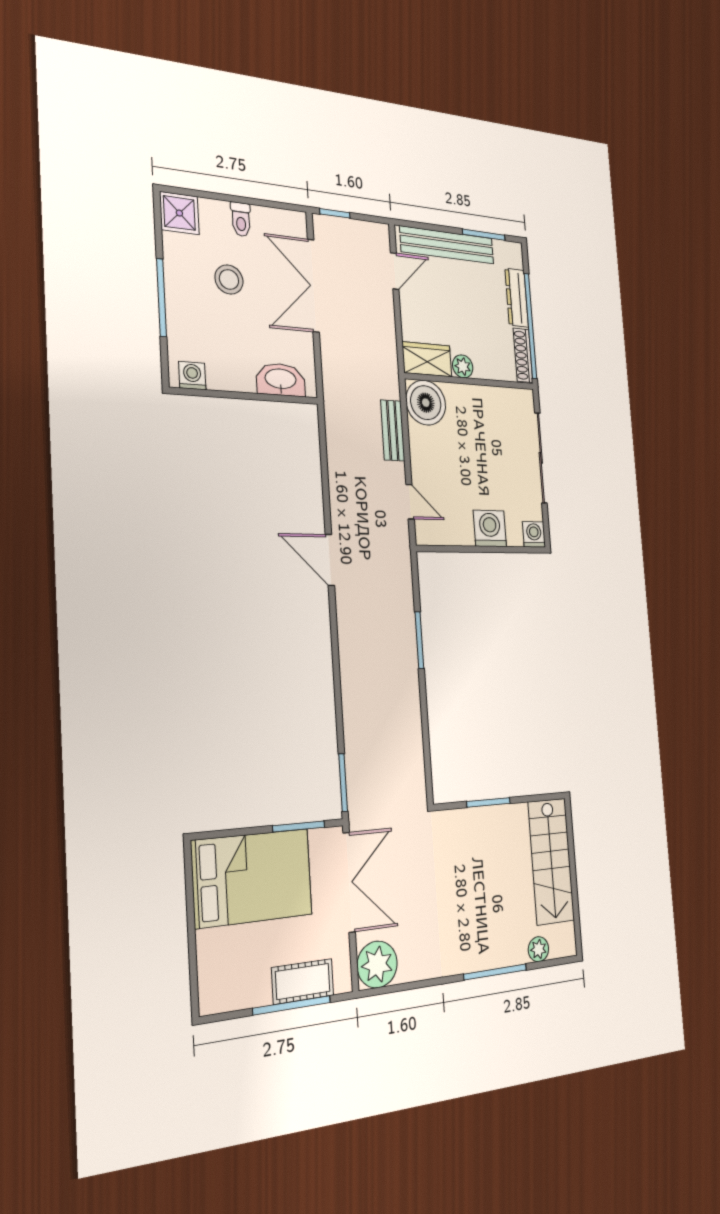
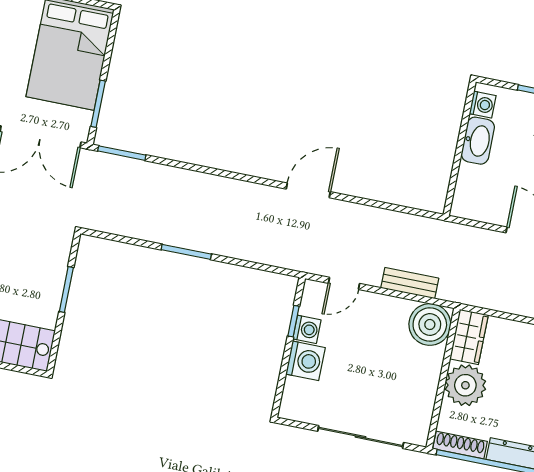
plant: (463, 366) -> (465, 385), width x1.88, depth x1.88
washbasin: (281, 380) -> (478, 141), moved
washing machine: (534, 534) -> (307, 329), moved
window: (458, 549) -> (293, 321), added
window: (419, 640) -> (186, 252), moved

